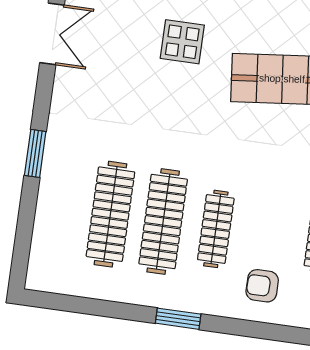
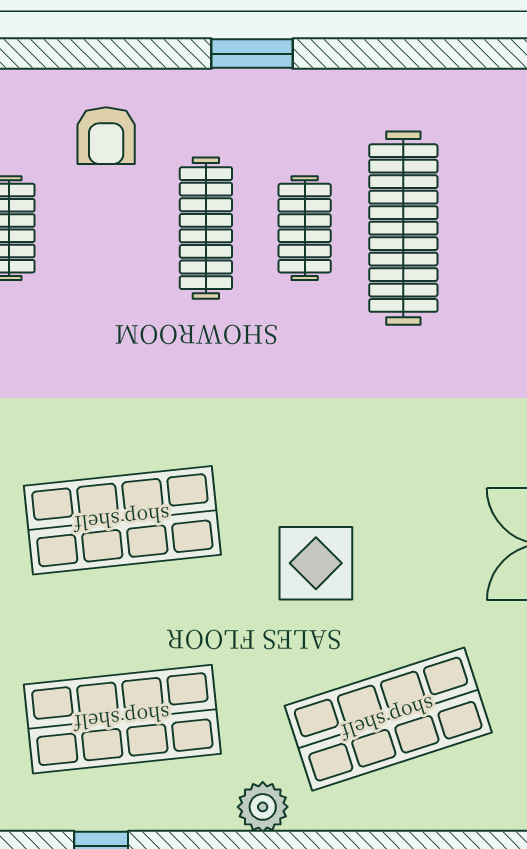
clothes rail: (163, 222) -> (305, 228), width x0.54, depth x0.76
armchair: (262, 286) -> (106, 136), turned 90

